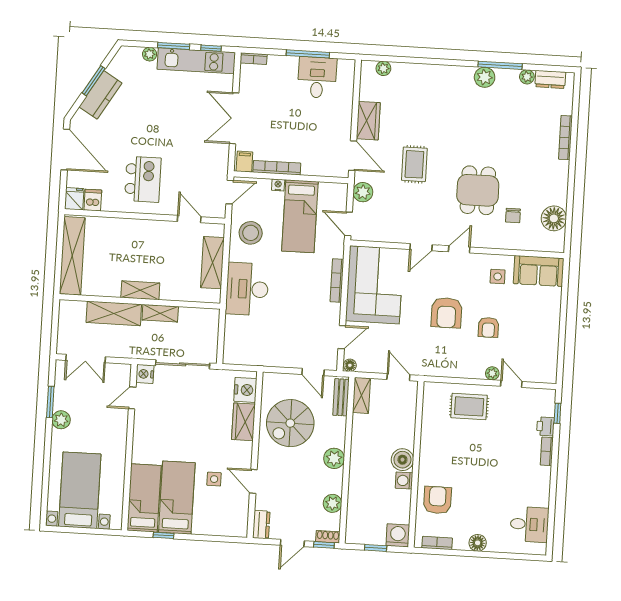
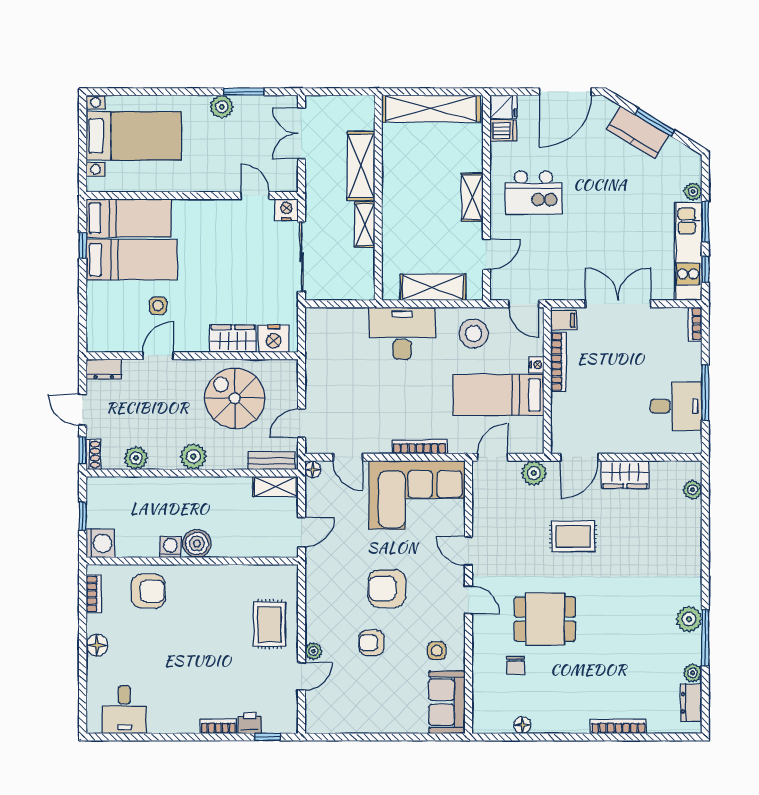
chair: (513, 216) -> (515, 665), turned -90
floor lamp: (554, 218) -> (522, 725), width x0.53, depth x0.53
shelving: (140, 290) -> (472, 197), moved

